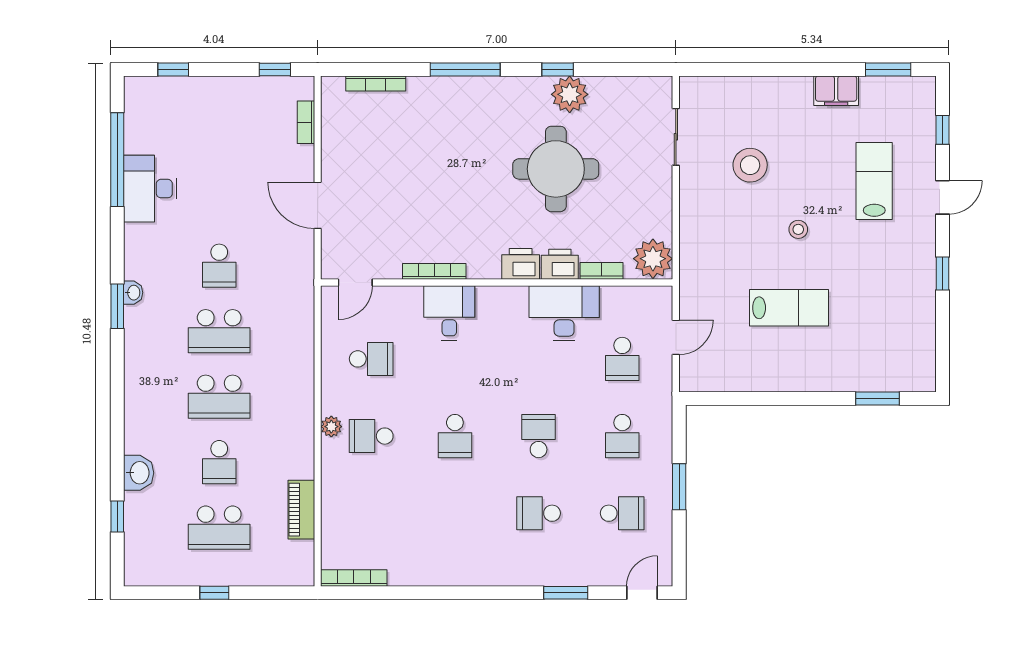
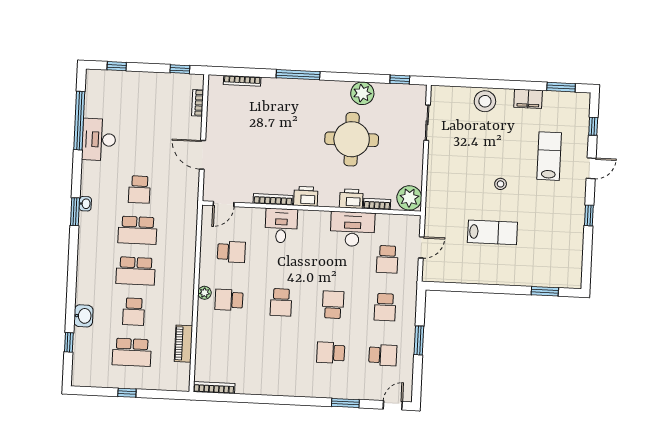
window: (558, 69) -> (400, 80), moved
stool: (750, 165) -> (485, 101), moved
printer: (521, 264) -> (306, 196), moved

